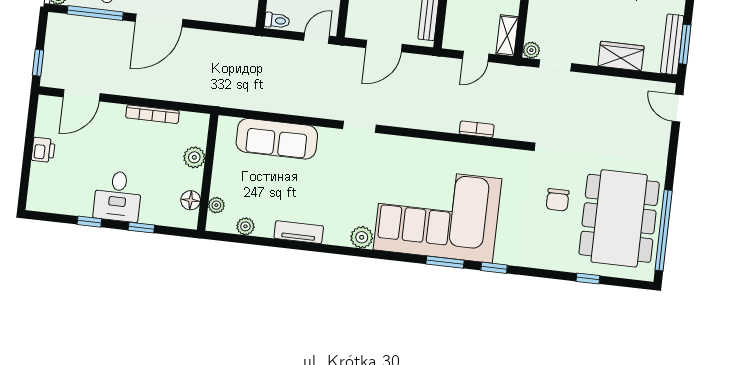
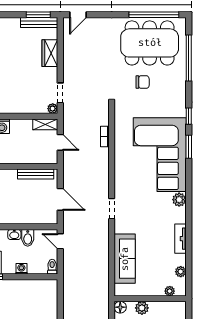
floor lamp: (191, 200) -> (120, 307), moved
window: (588, 278) -> (189, 58), width x3.17

